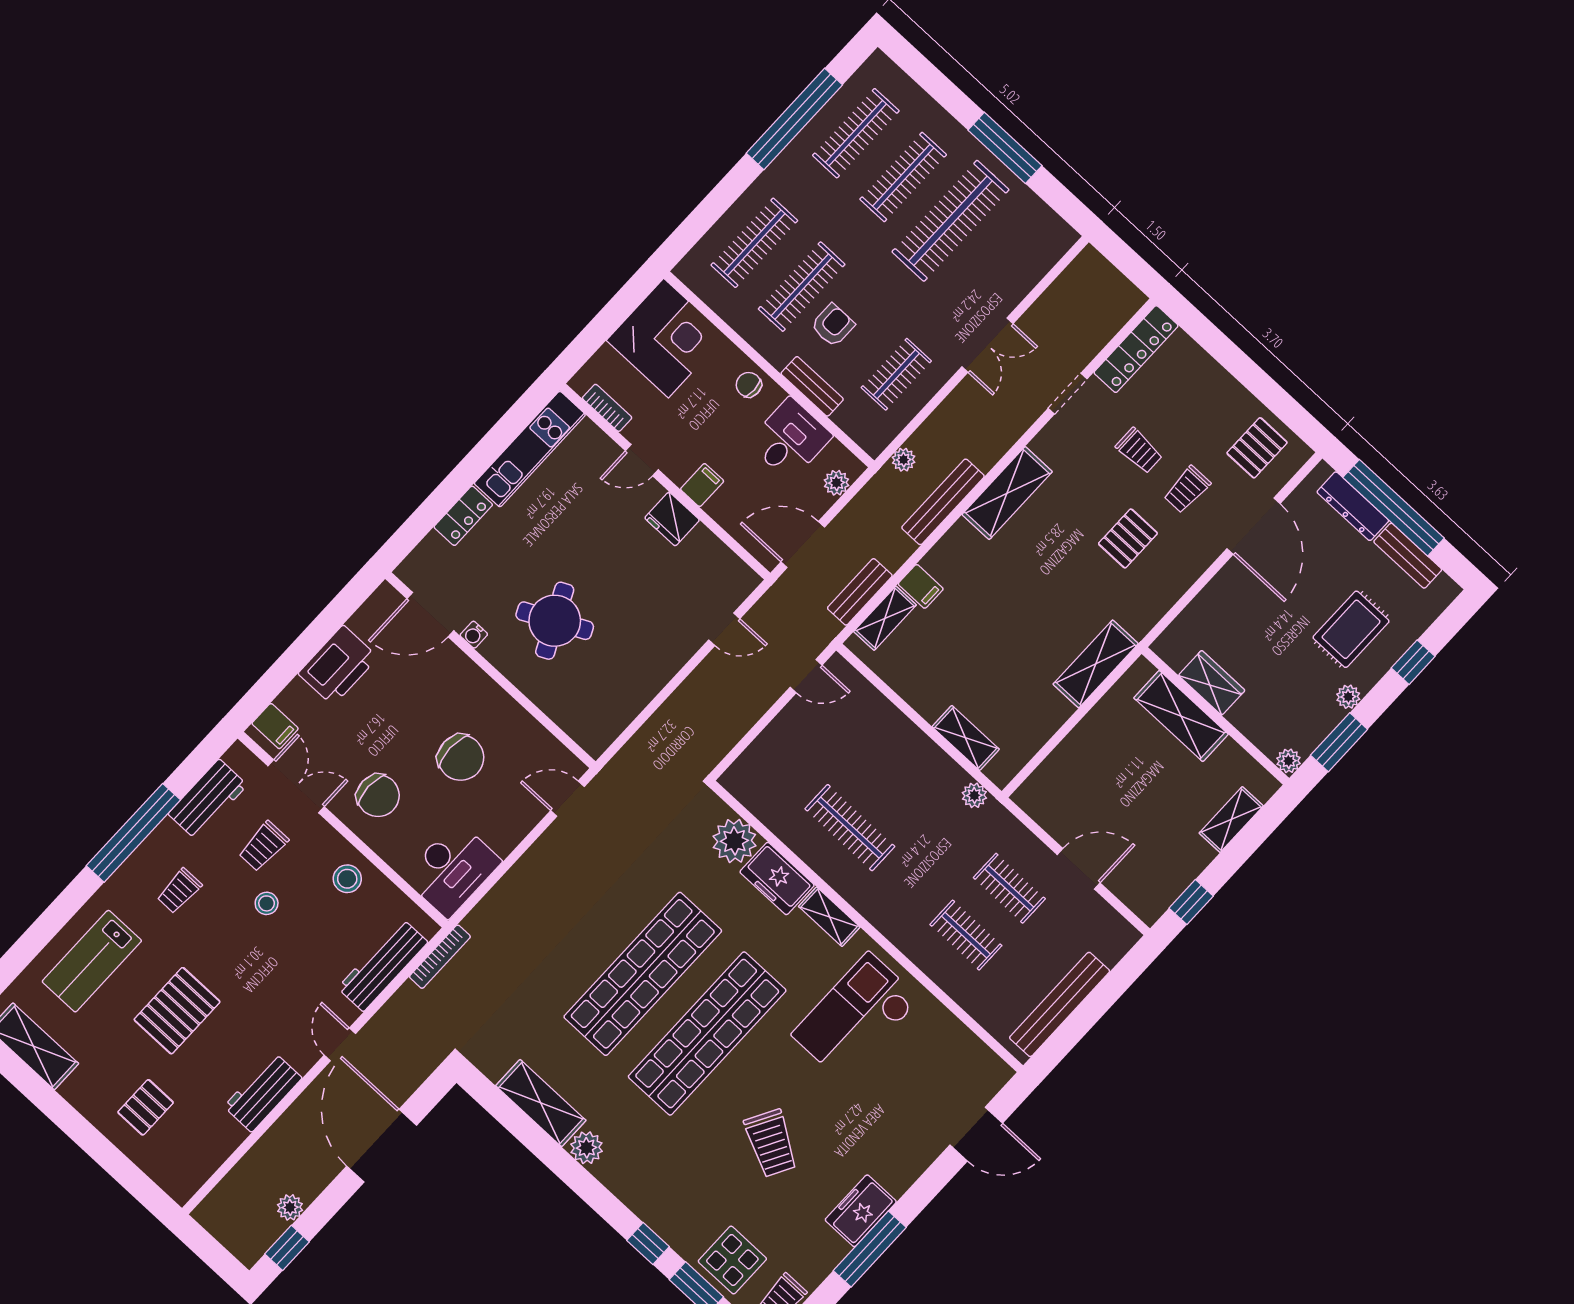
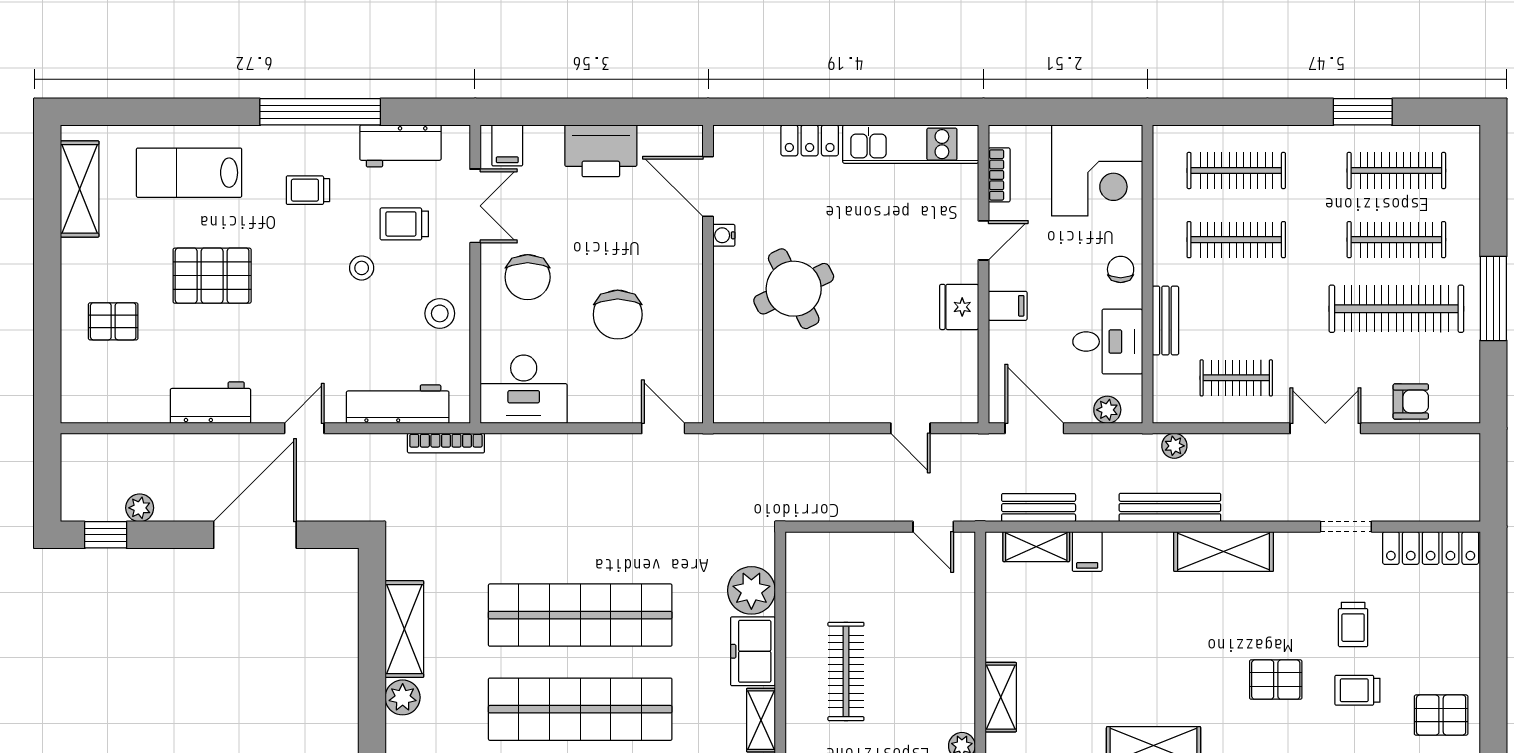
window: (794, 119) -> (1363, 112), width x0.47
armchair: (833, 325) -> (1411, 401), moved
double door: (987, 345) -> (1325, 428), swing flipped
door: (642, 460) -> (983, 240), swing flipped

